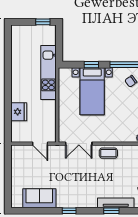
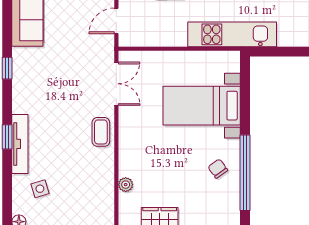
window: (91, 65) -> (245, 104), removed
double door: (79, 144) -> (116, 84), swing flipped

